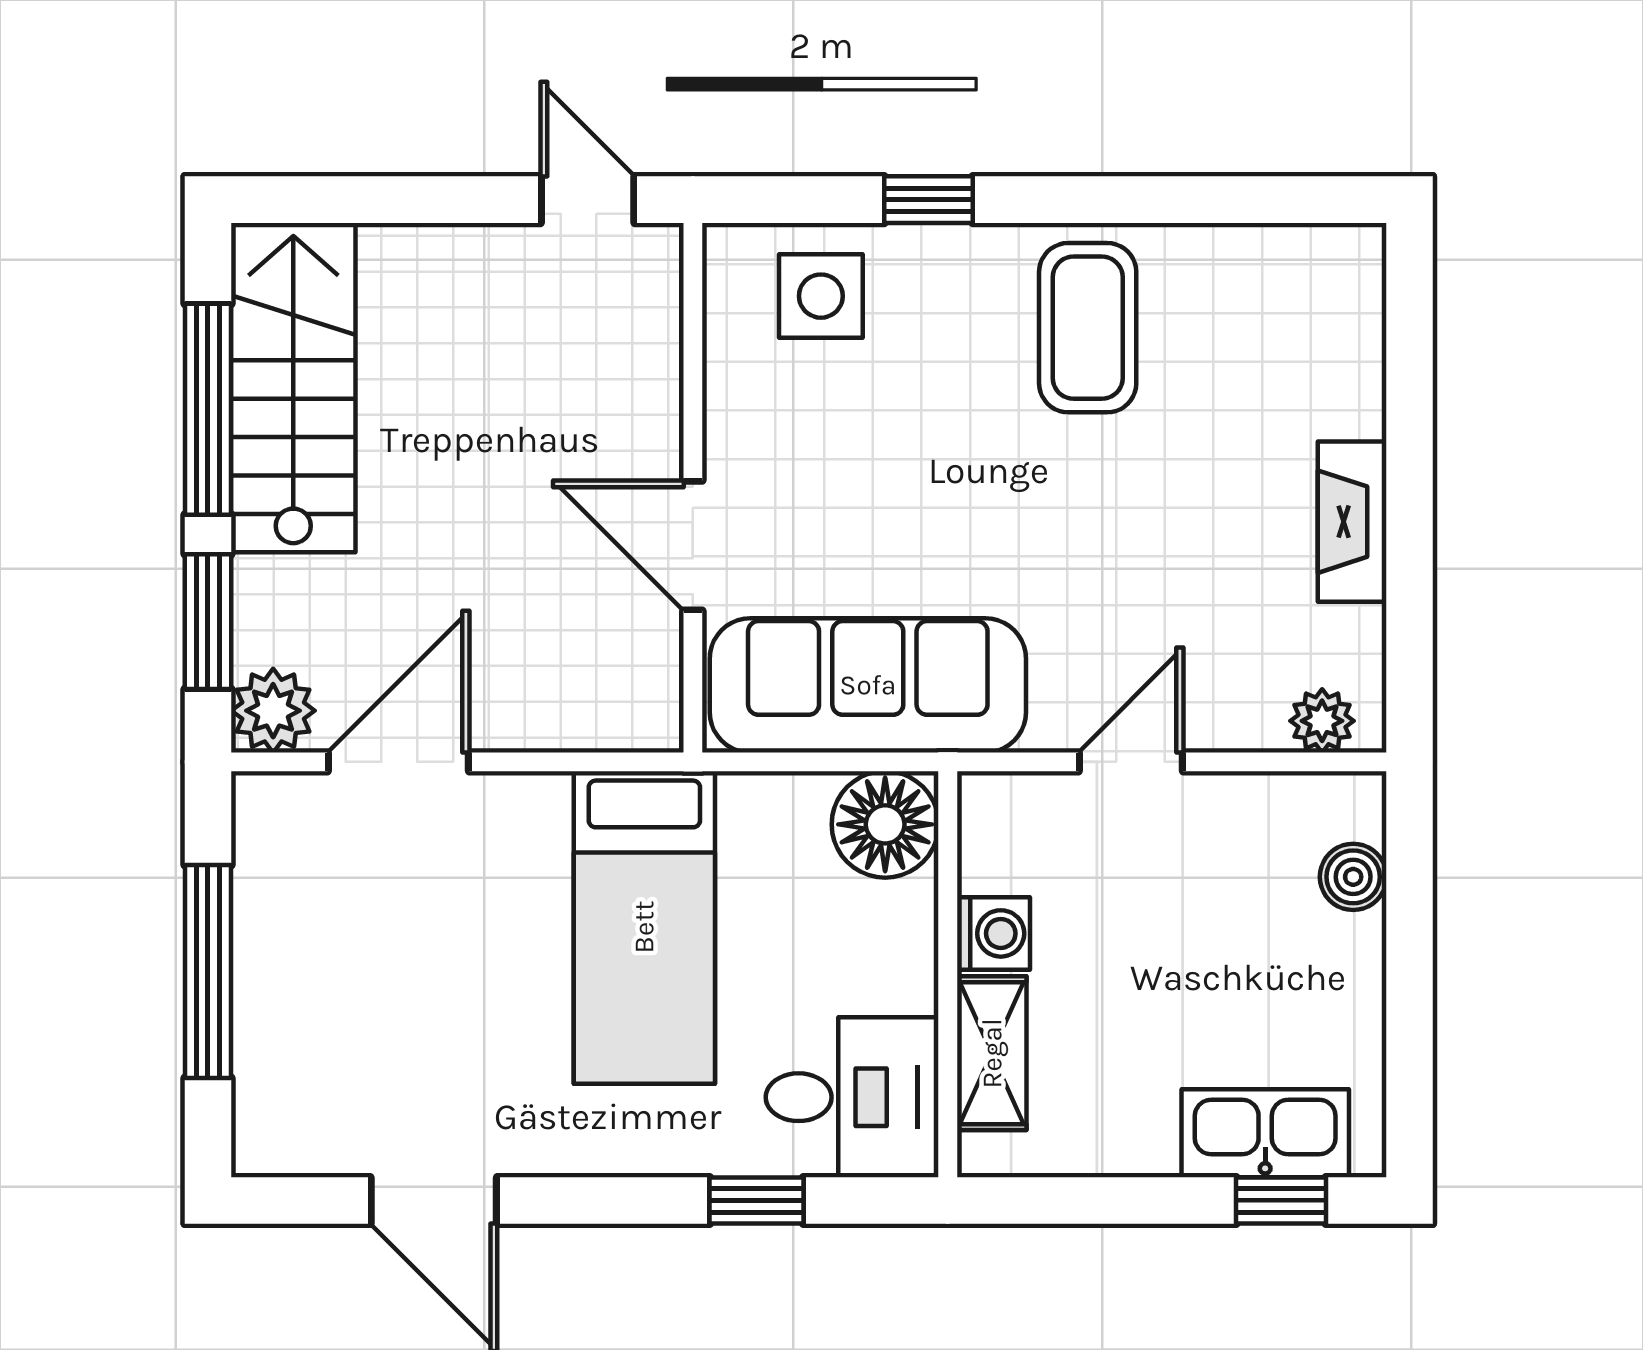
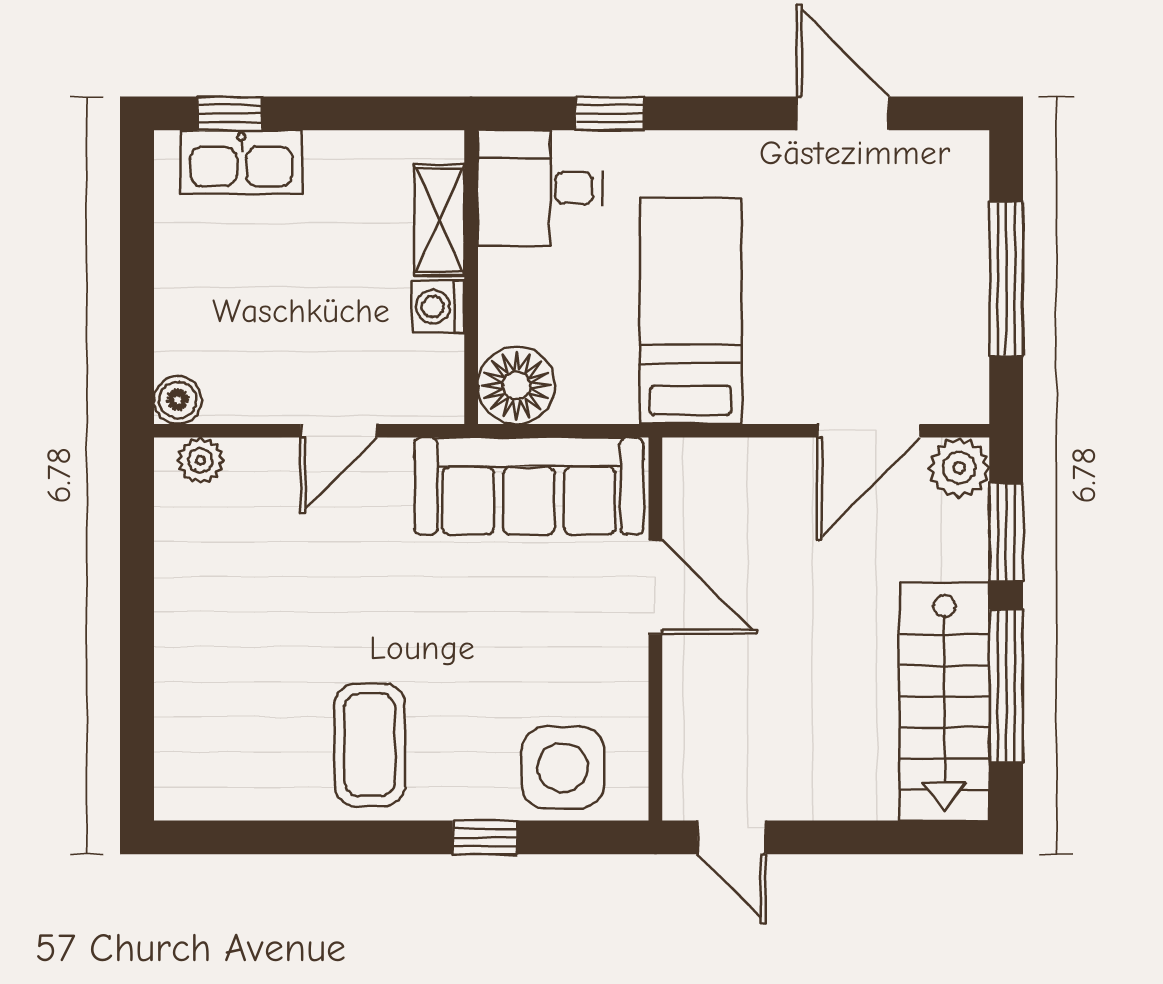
side table: (821, 296) -> (563, 768), width x1.37, depth x1.37
fireplace: (1352, 522) -> (179, 605), removed
boiler: (1353, 877) -> (178, 400), moved

